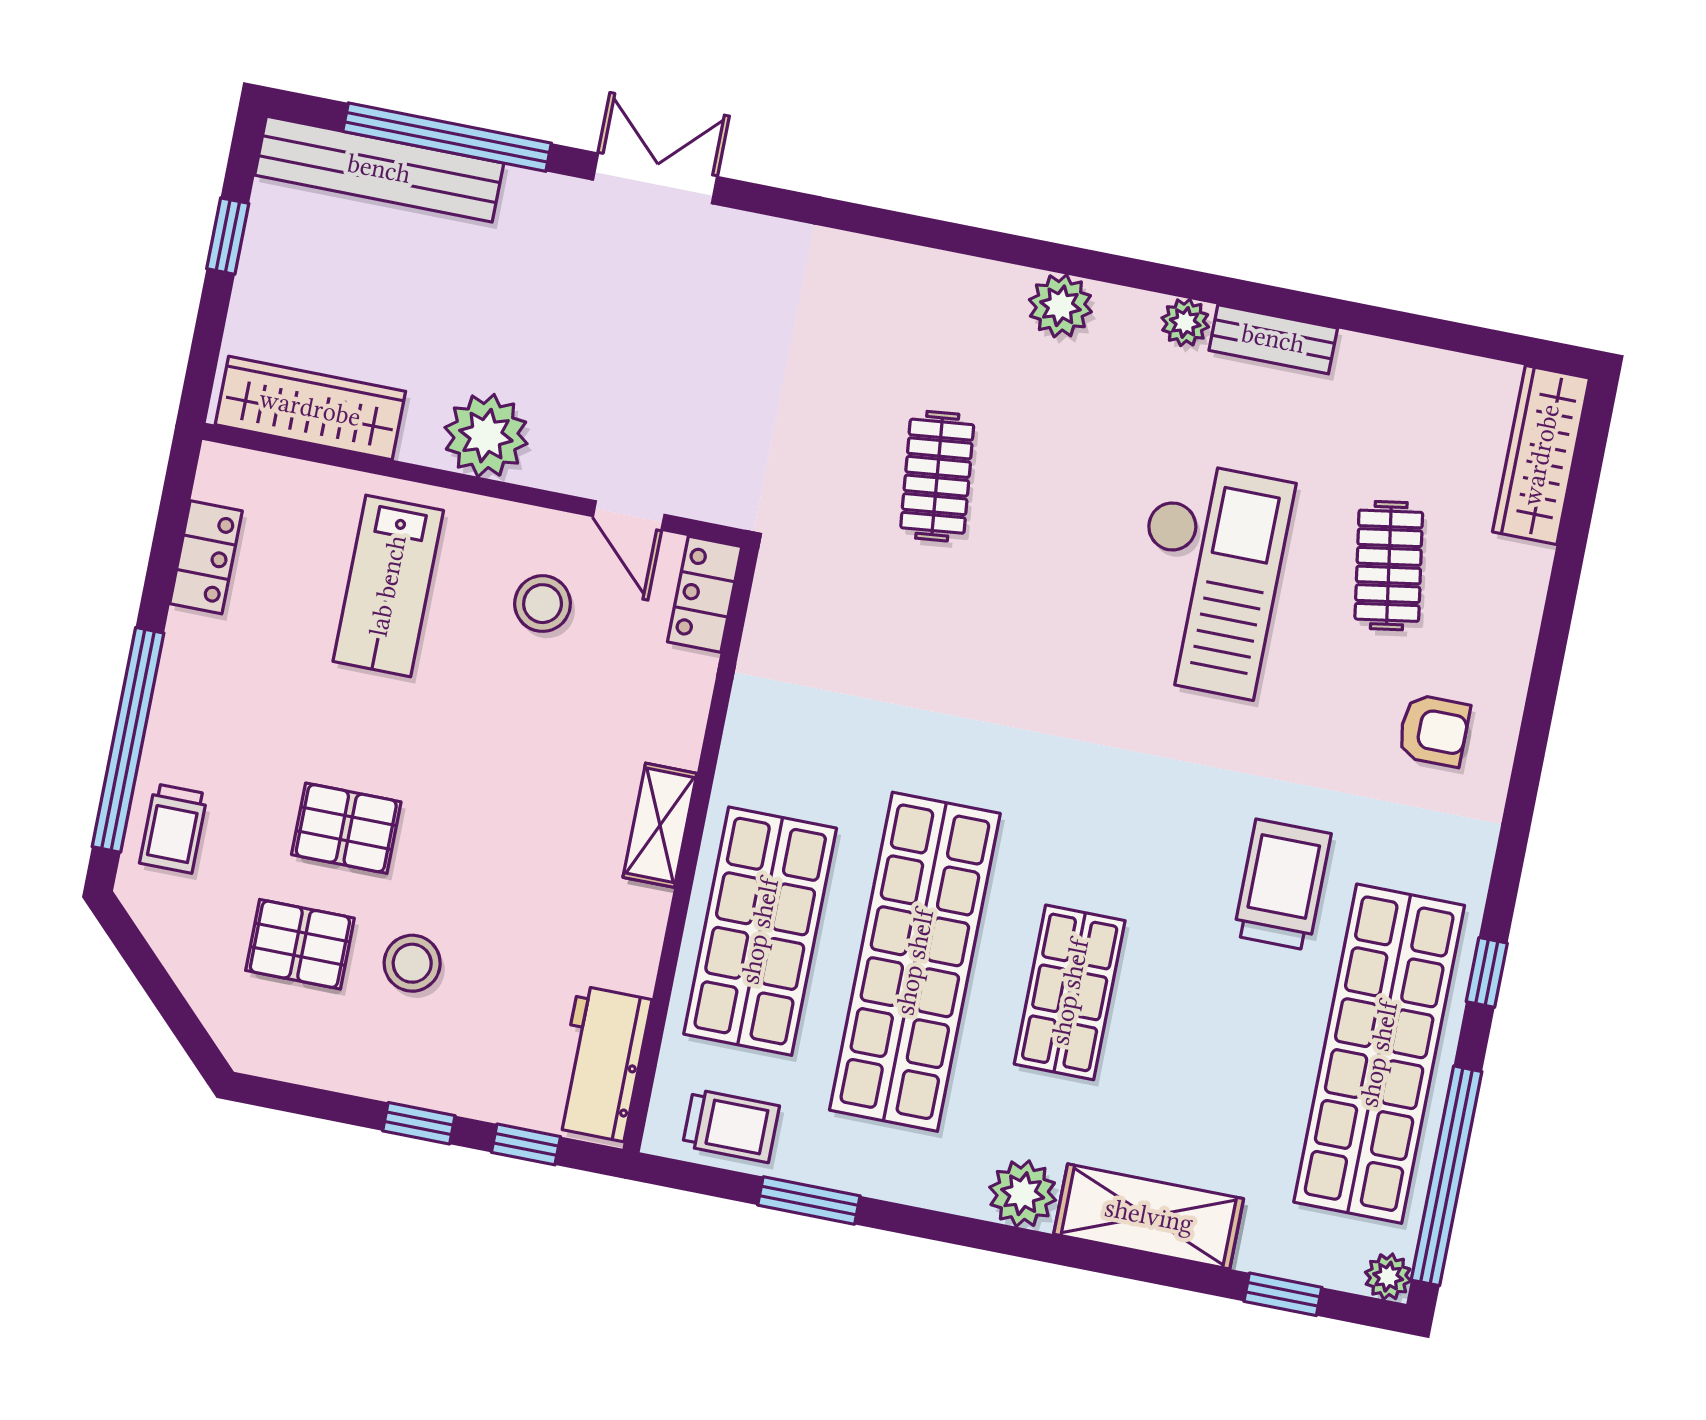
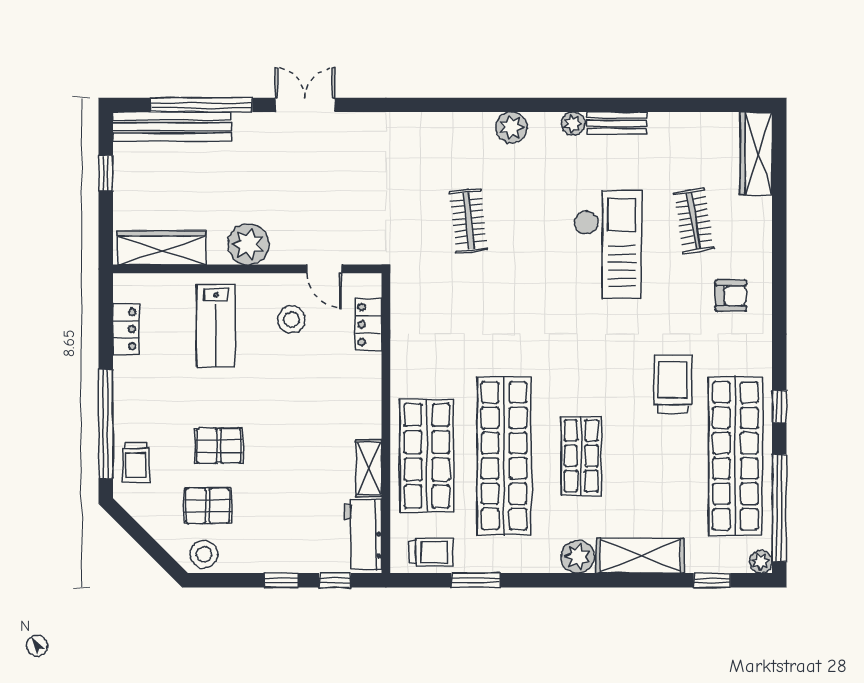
locker: (705, 594) -> (368, 325), moved
shelving: (660, 825) -> (369, 468), moved
stool: (412, 963) -> (204, 554), moved

